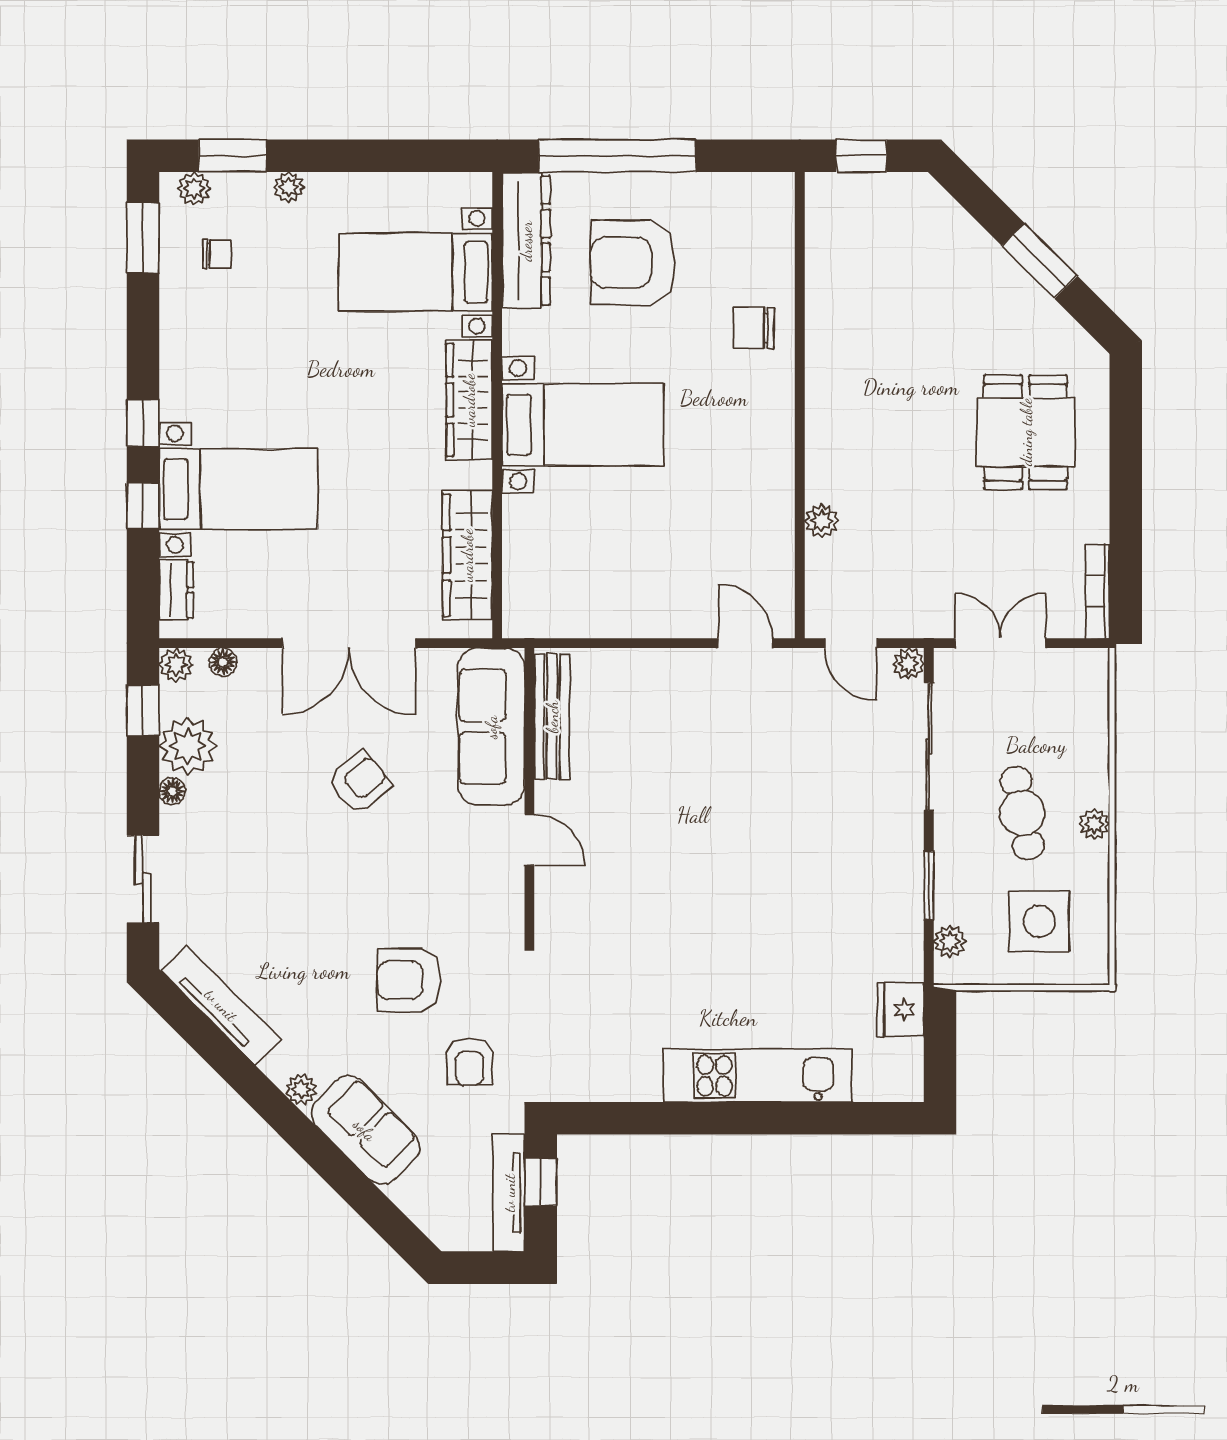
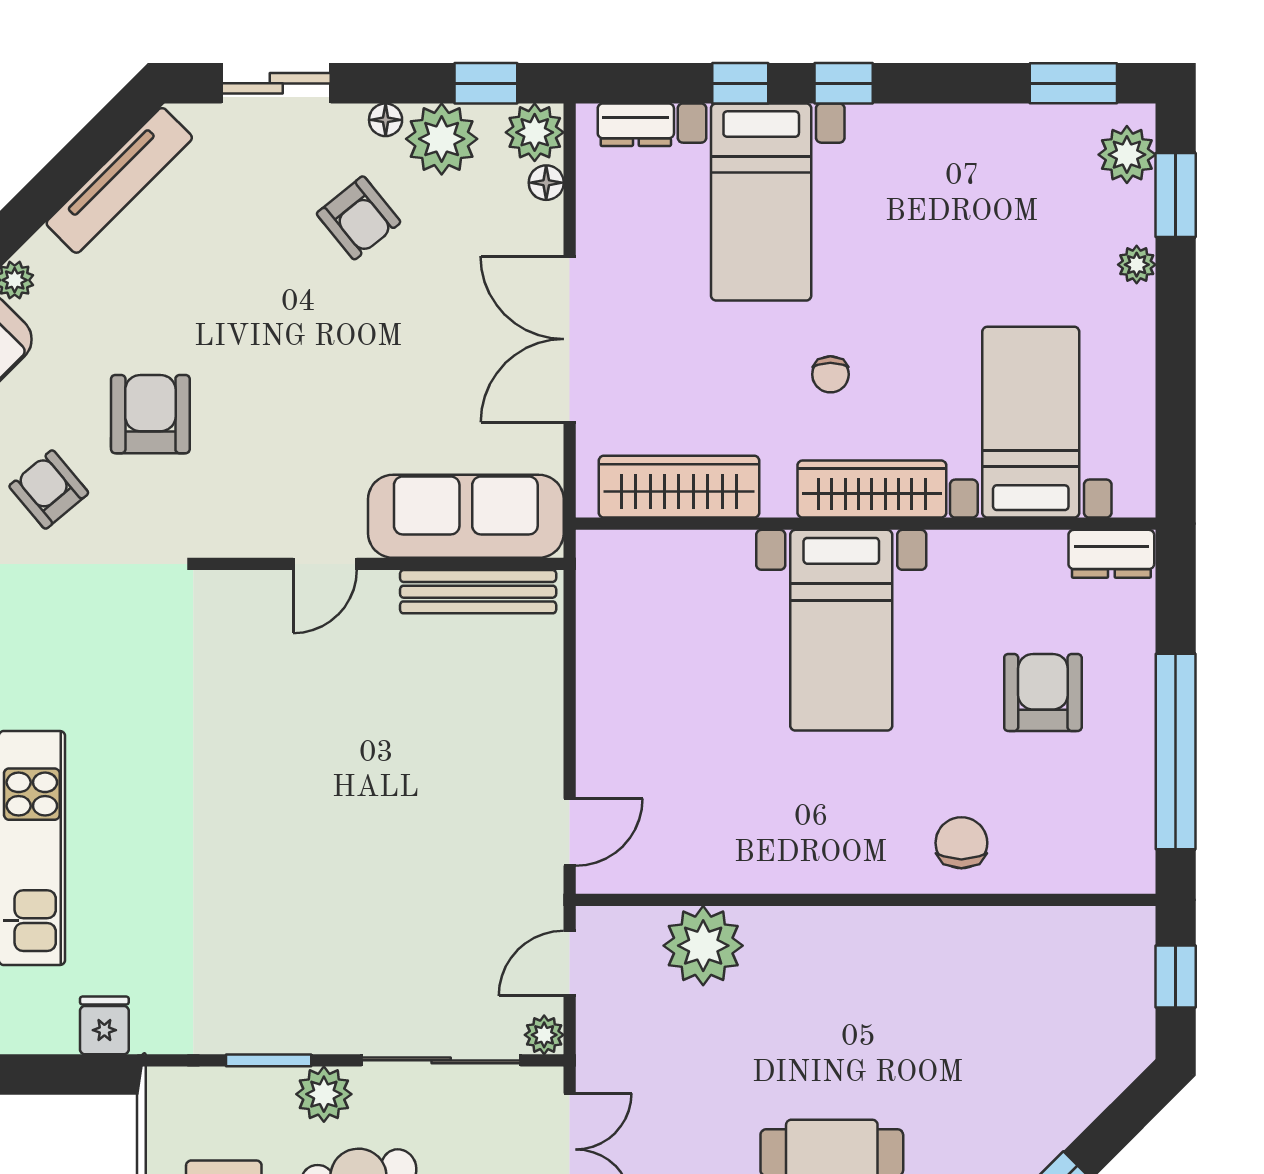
window: (617, 156) -> (1176, 752), moved
plant: (194, 189) -> (1127, 155), width x1.38, depth x1.38
dresser: (526, 241) -> (1111, 554), width x0.51, depth x0.80
chair: (217, 254) -> (830, 374), moved
armchair: (633, 262) -> (1043, 693), width x0.73, depth x0.73
plant: (822, 521) -> (703, 946), width x1.87, depth x1.87
plant: (176, 665) -> (535, 132), width x1.38, depth x1.38
armchair: (359, 782) -> (359, 218), moved
plant: (950, 941) -> (324, 1094), moved, width x1.38, depth x1.38
fridge: (901, 1010) -> (104, 1025), width x0.72
armchair: (470, 1062) -> (49, 490), turned 50

